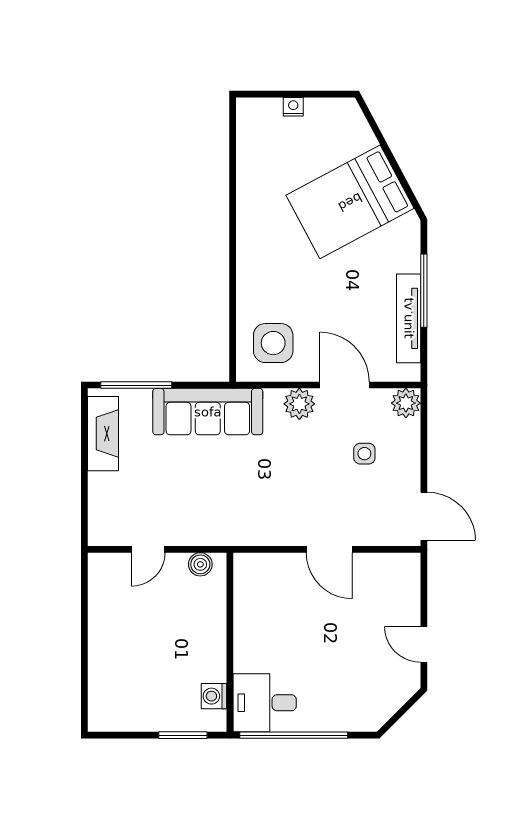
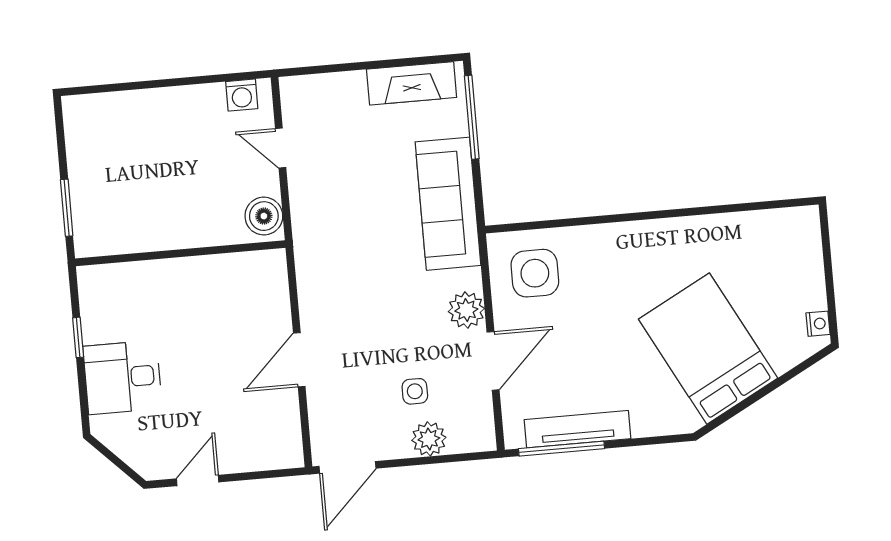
nightstand: (293, 107) -> (818, 324), moved
window: (424, 291) -> (562, 449), moved
plant: (406, 403) -> (429, 439), moved
boiler: (200, 564) -> (264, 216), width x1.36, depth x1.36
washing machine: (214, 696) -> (242, 95), moved, turned 180
desk: (265, 703) -> (123, 377), moved, turned -90
window: (294, 735) -> (78, 337), width x0.32

